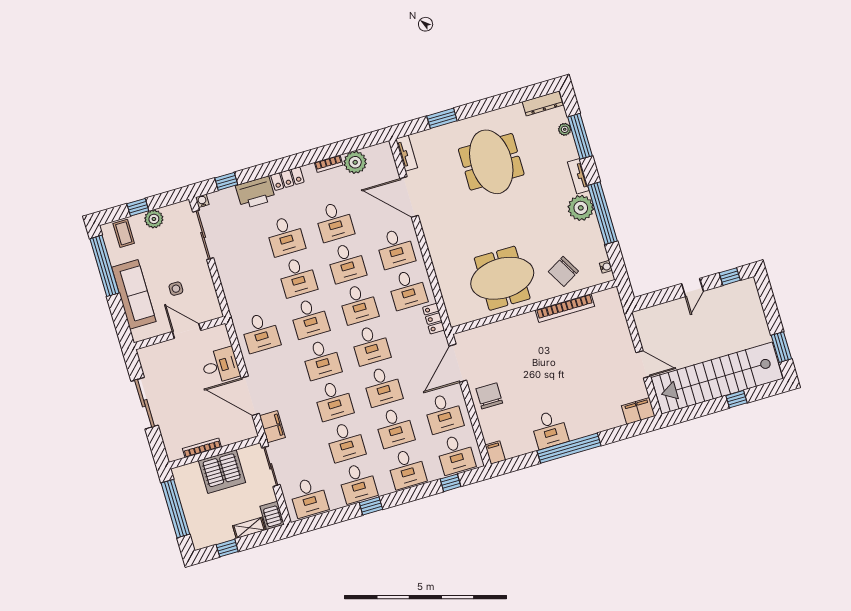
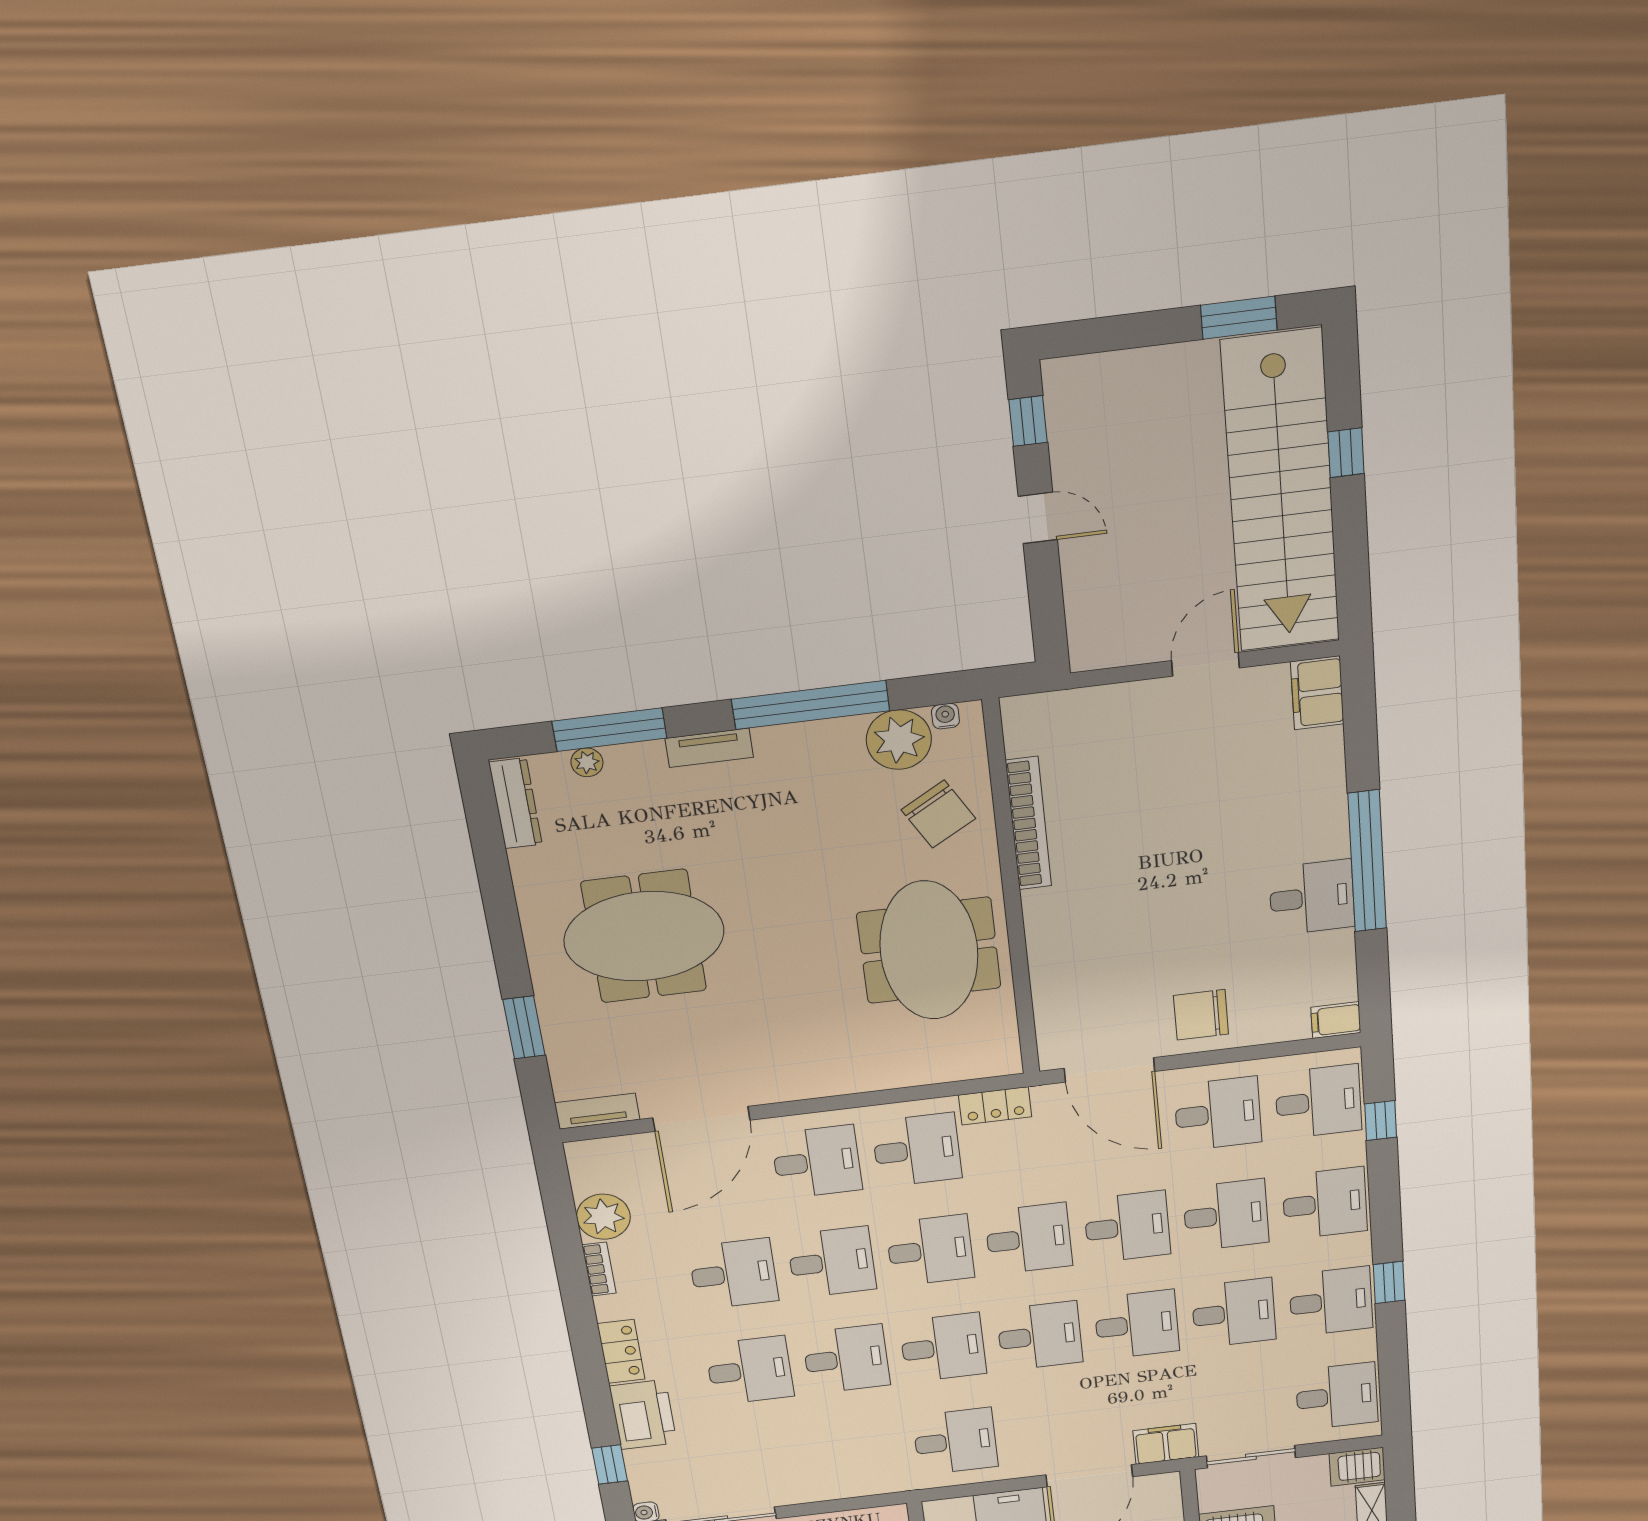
plant: (581, 208) -> (899, 740), moved

